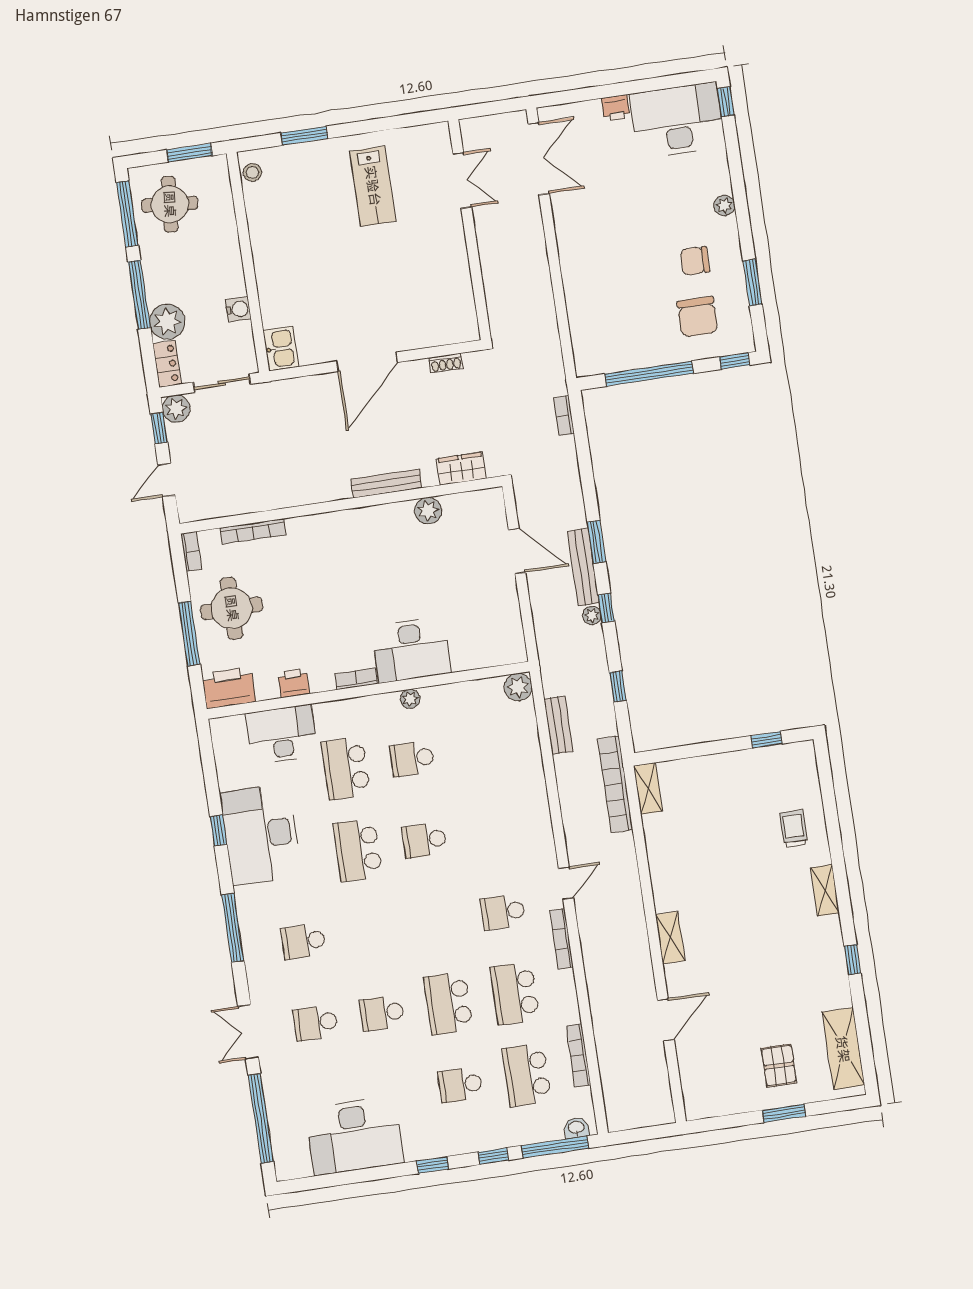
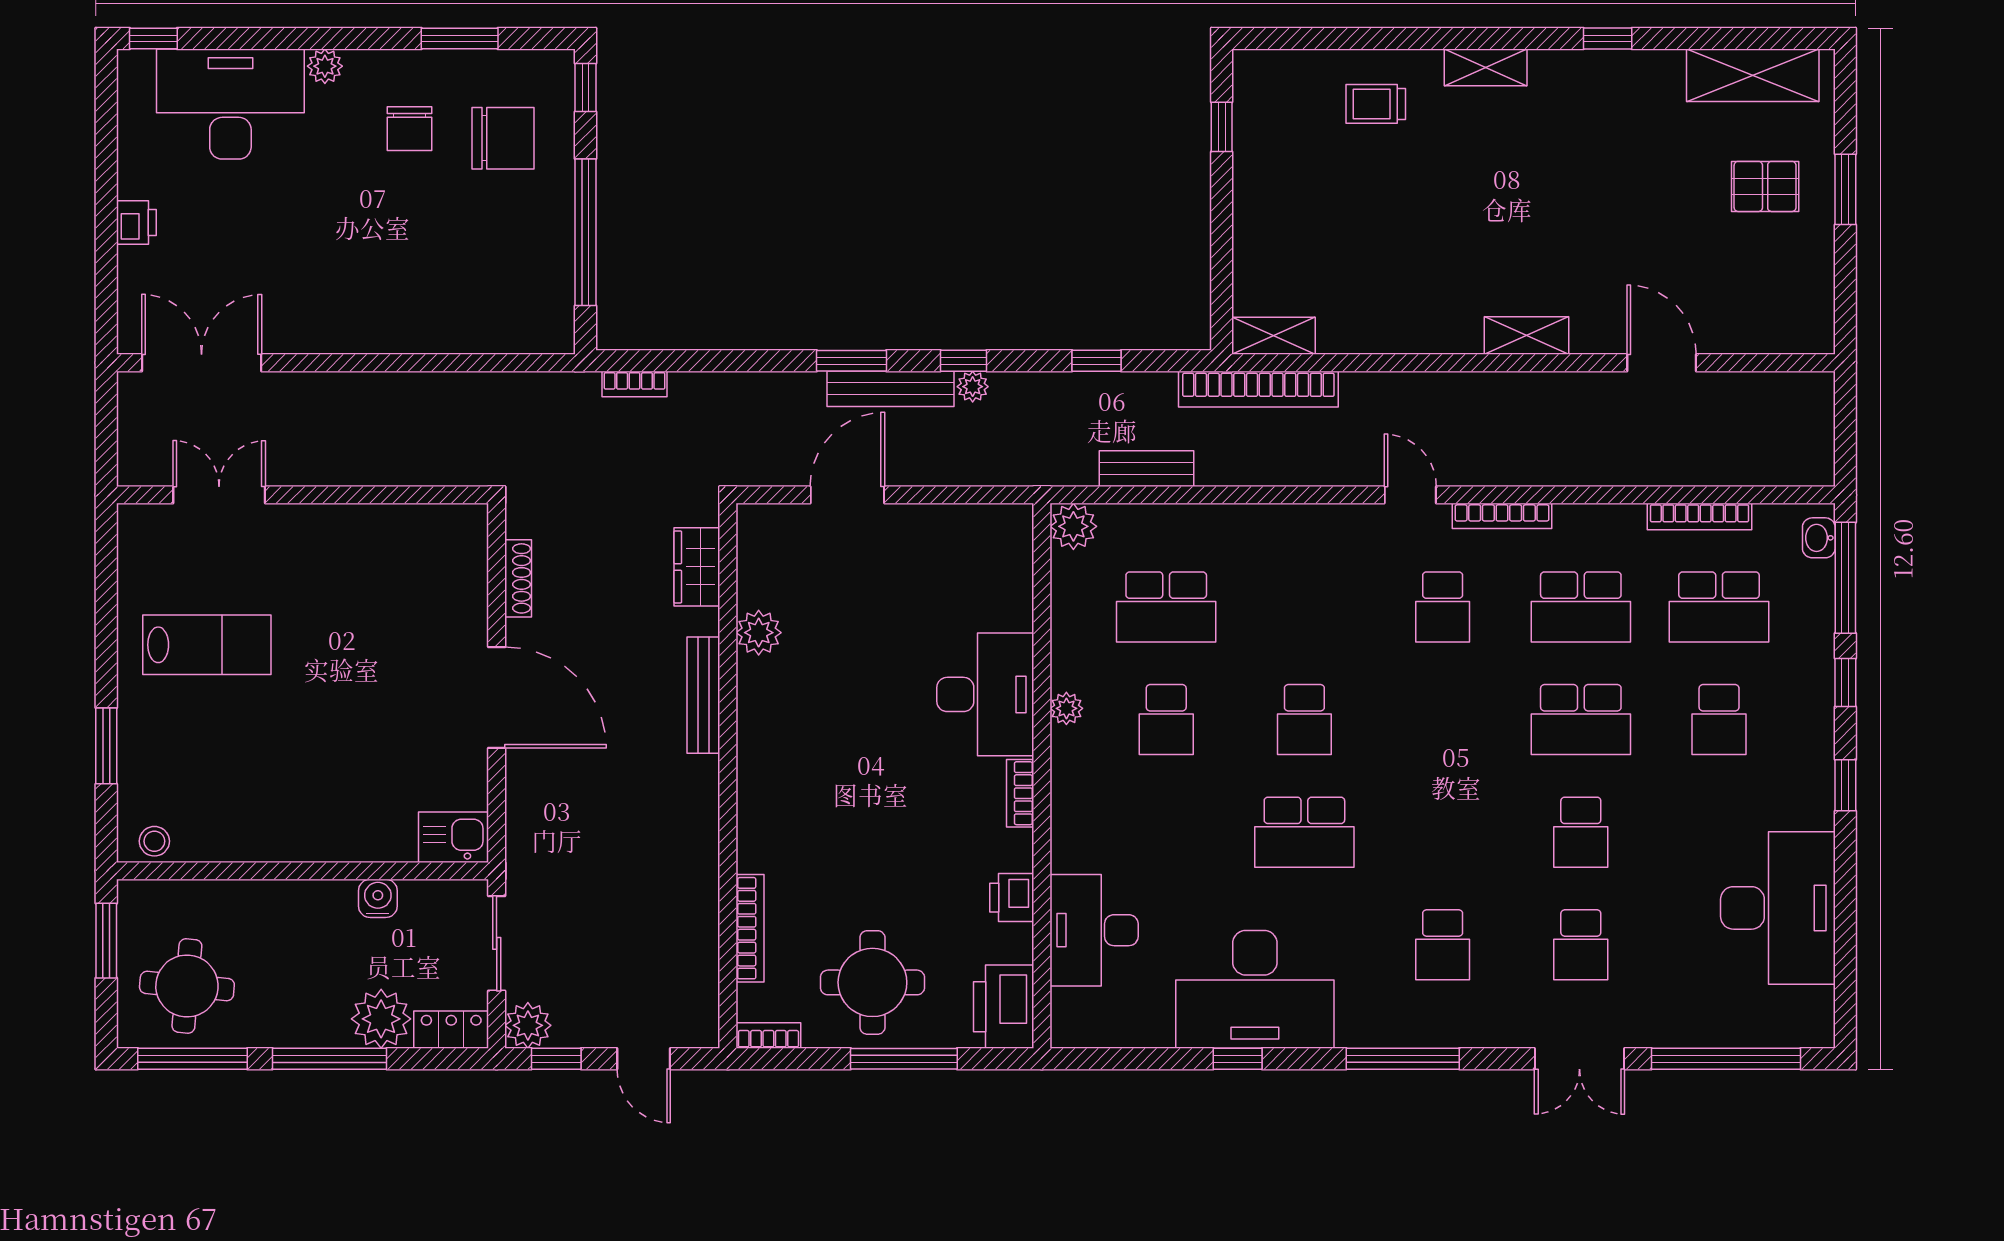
desk: (677, 120) -> (230, 104), moved, turned 90
shoe rack: (446, 363) -> (518, 578), width x1.43
school desk: (346, 768) -> (1166, 607), moved

